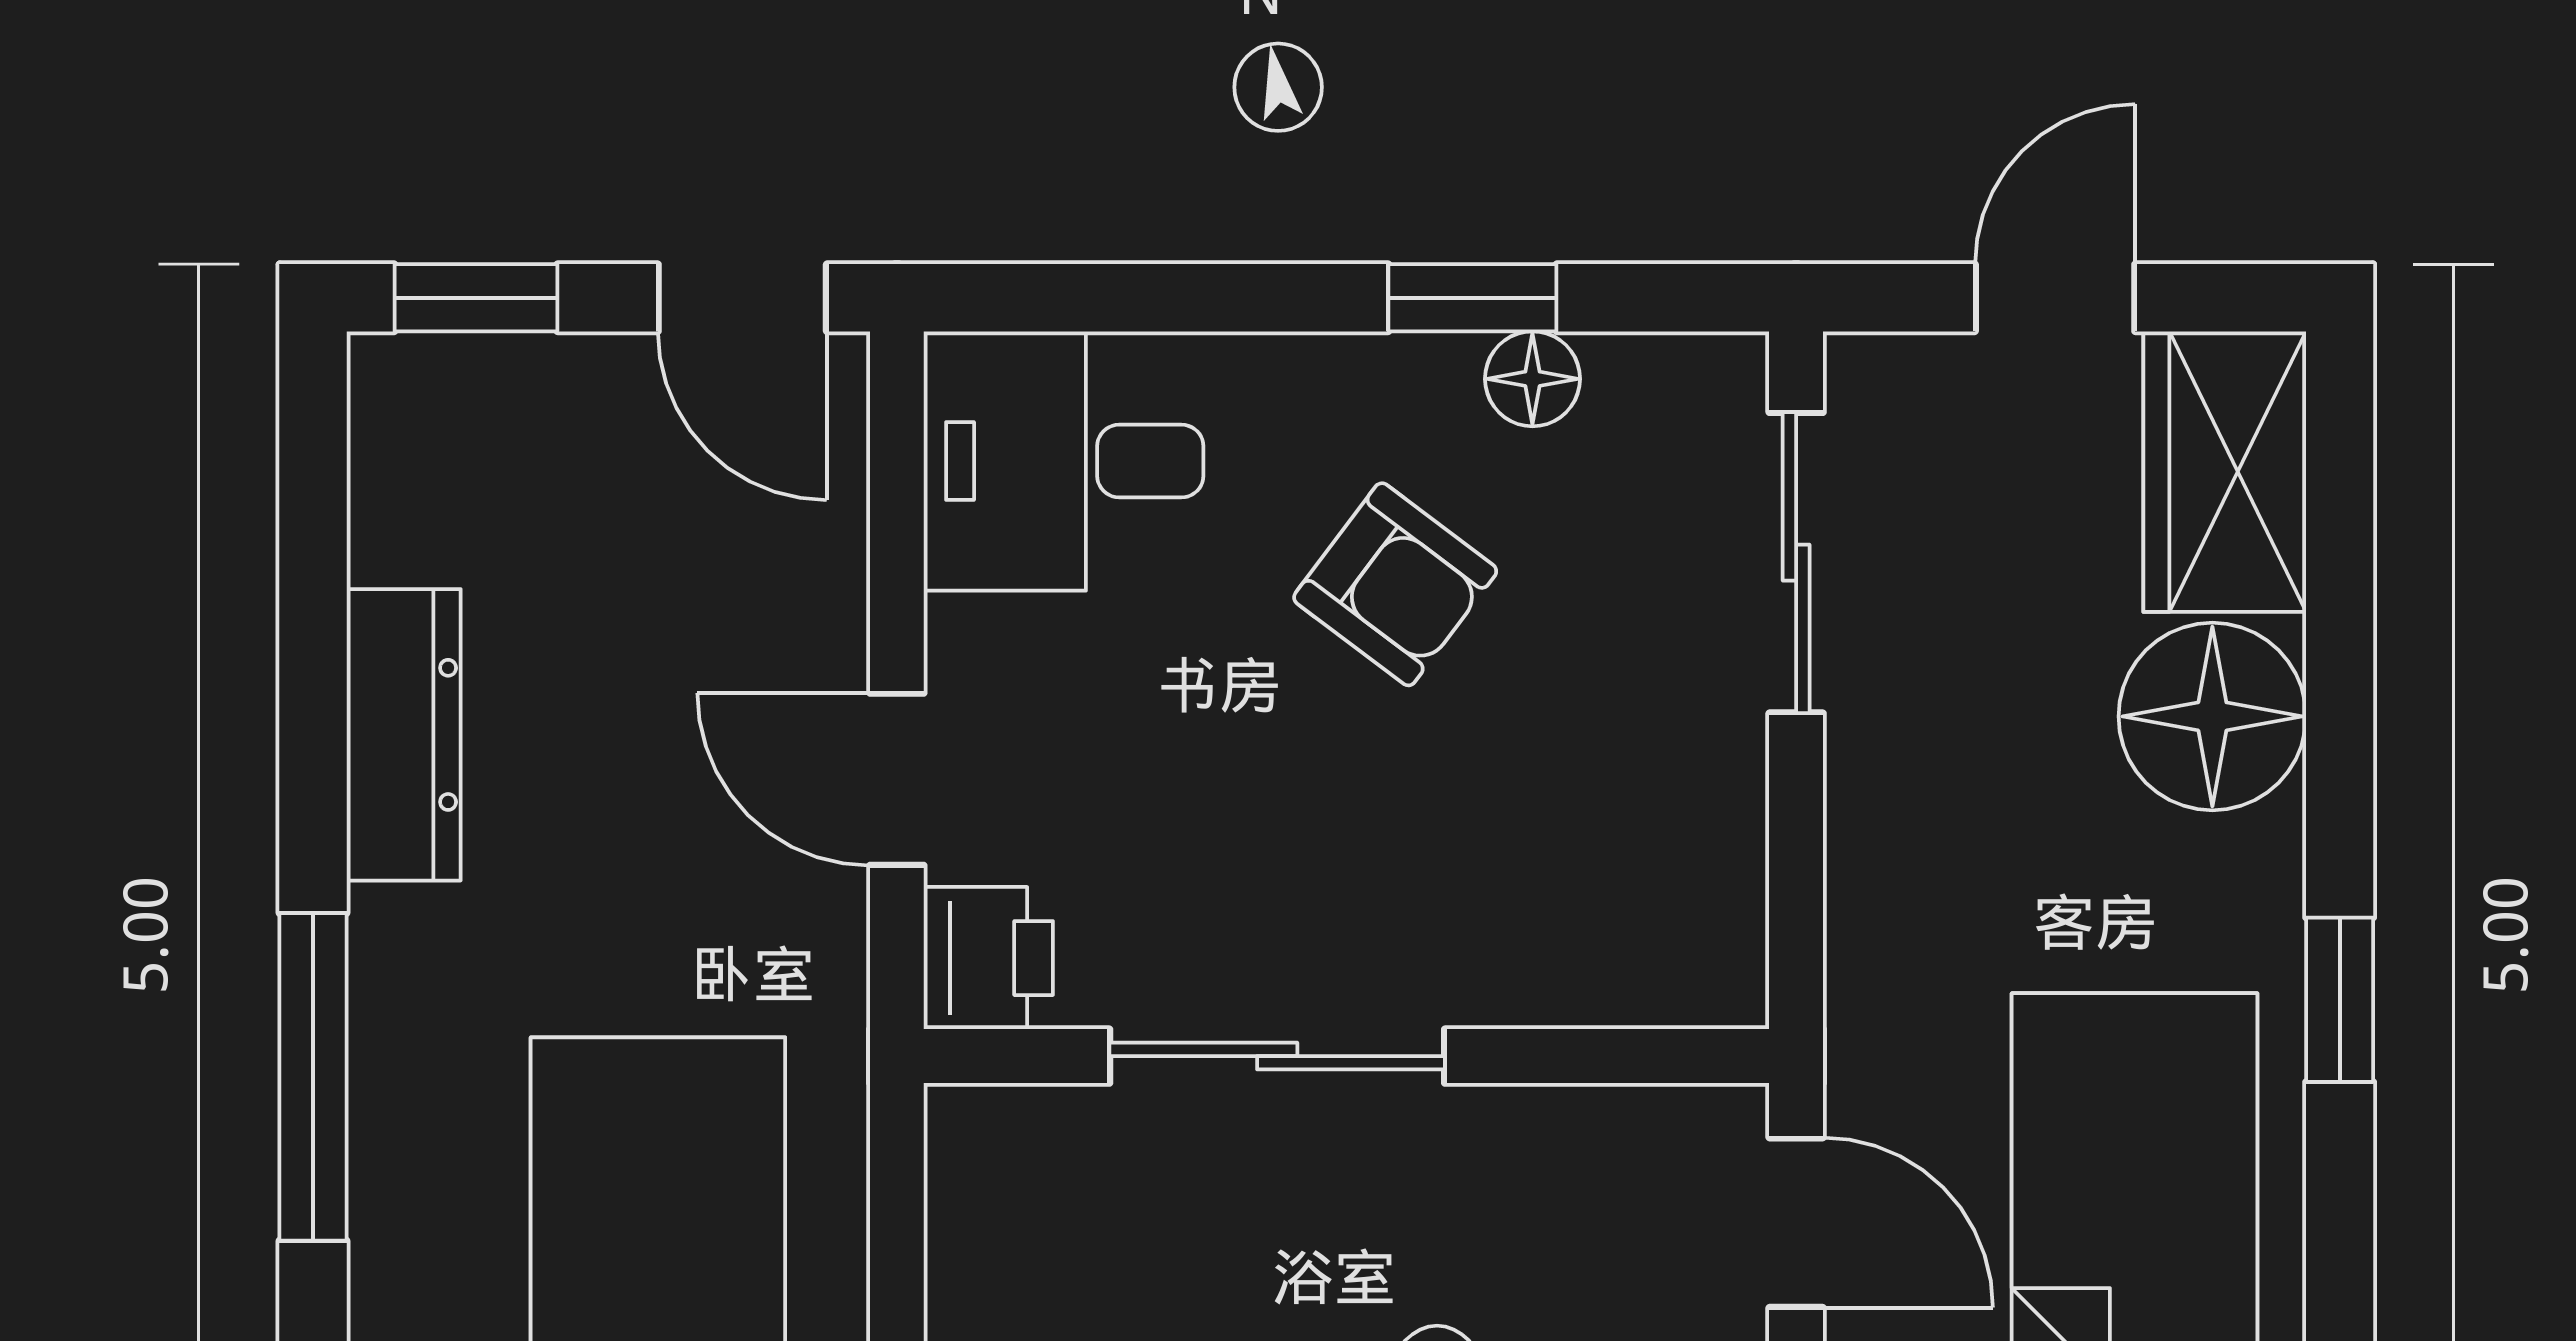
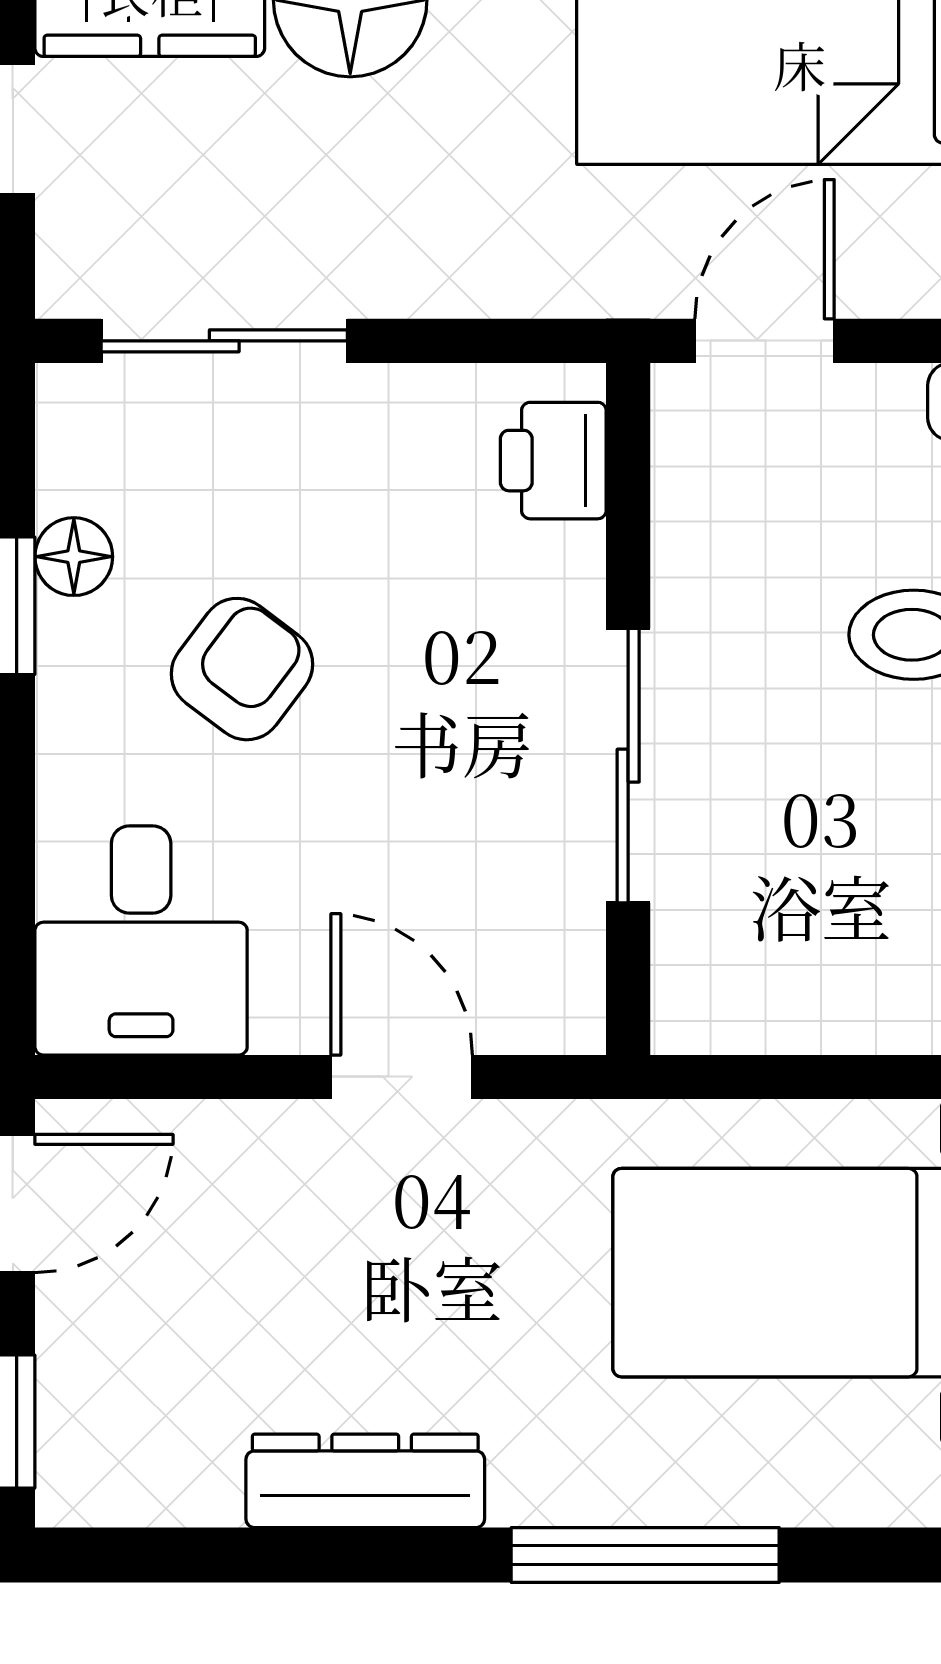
door: (897, 779) -> (402, 1077), swing flipped
printer: (988, 958) -> (553, 461), moved, turned -90

